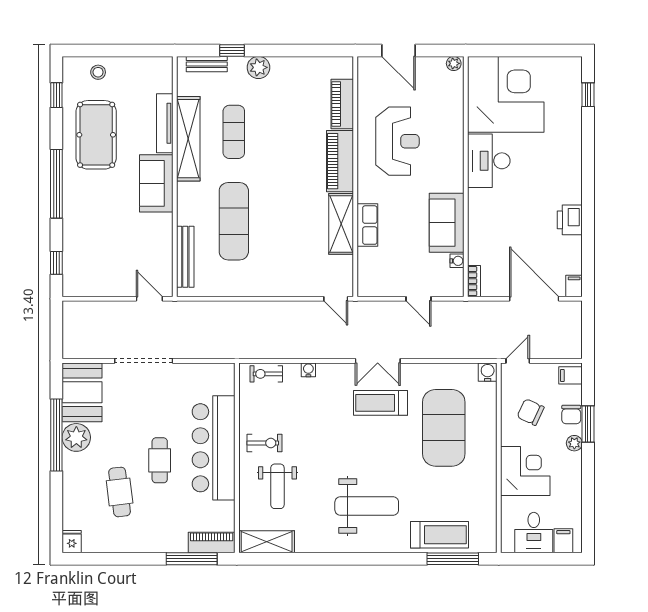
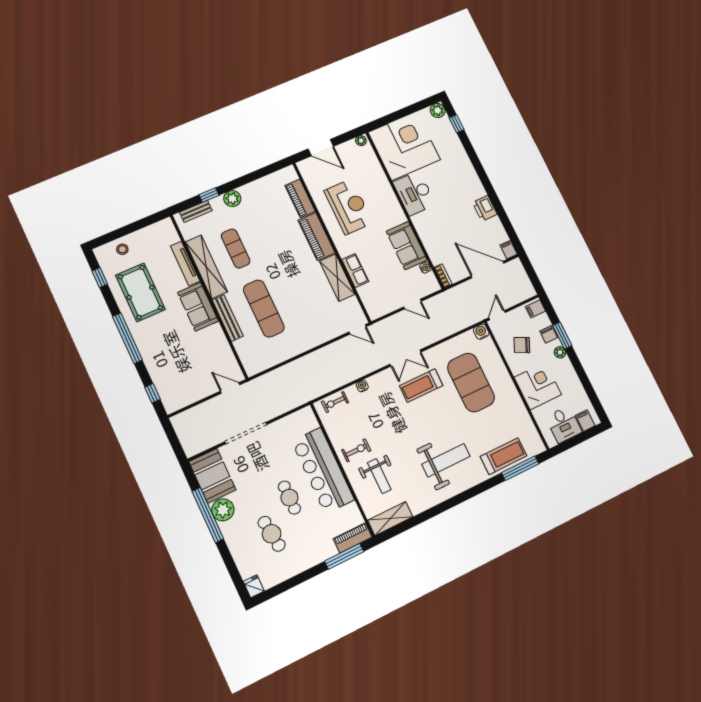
plant: (572, 67) -> (438, 110), added
bench: (185, 257) -> (228, 318), moved

